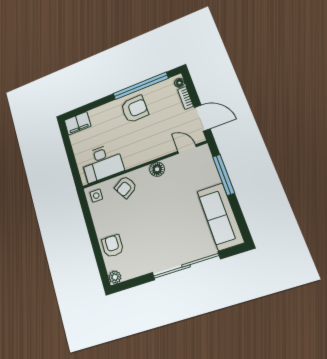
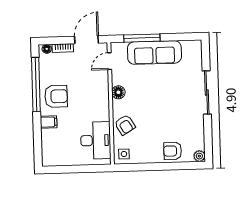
armchair: (135, 109) -> (56, 96), turned 92
filing cabinet: (78, 123) -> (49, 122), moved, width x0.50
sofa: (220, 217) -> (154, 52), moved
sliding door: (186, 266) -> (207, 93), width x0.73

